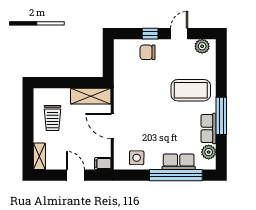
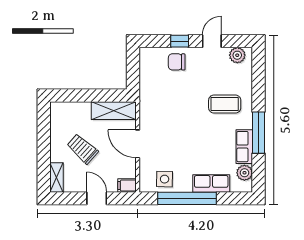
coffee table: (191, 90) -> (225, 104), width x0.73, depth x0.76
trolley: (53, 118) -> (83, 149), moved, turned 132
window: (176, 175) -> (187, 198), moved

